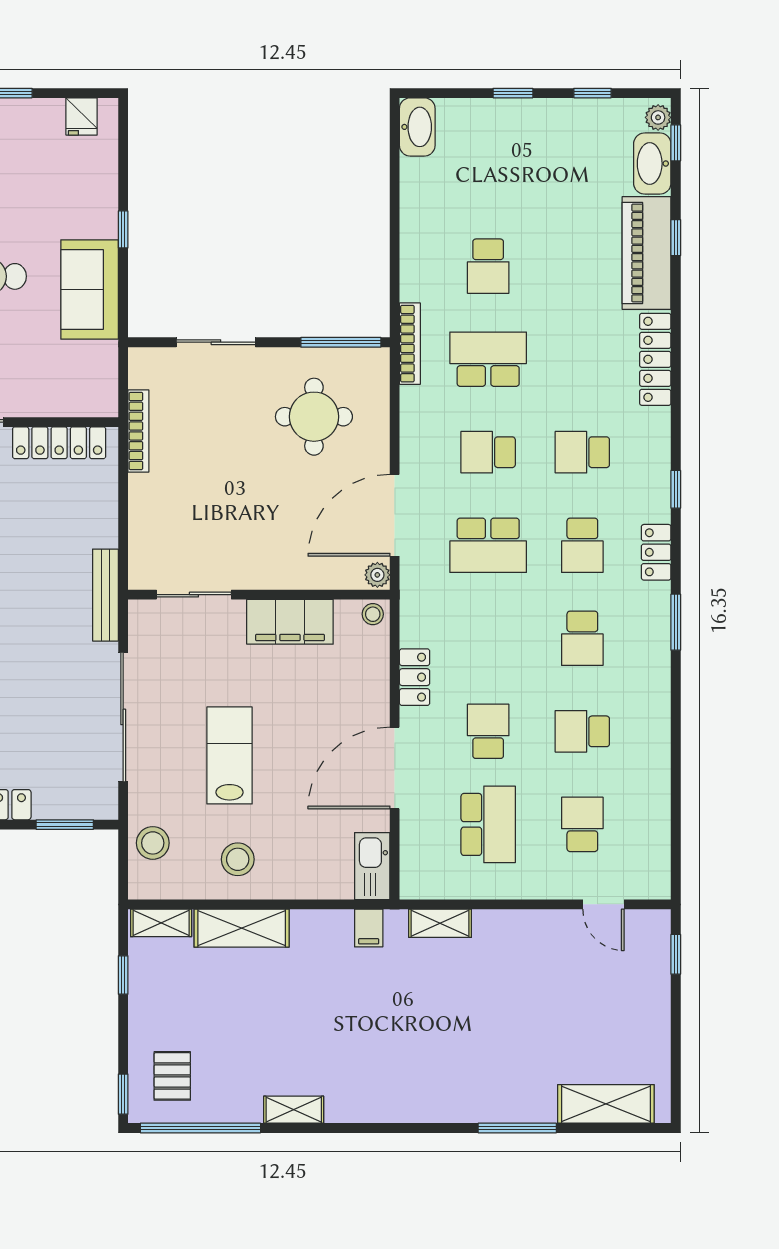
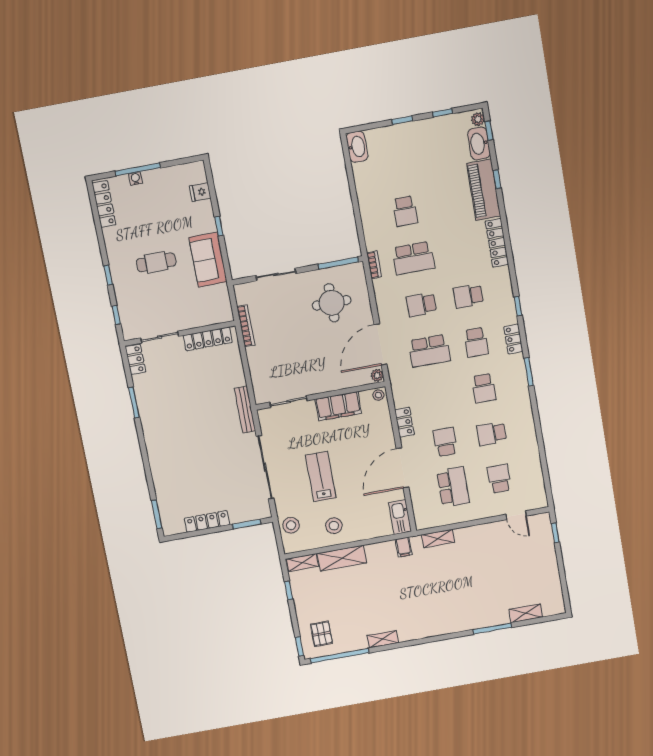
fridge: (82, 116) -> (200, 192), moved, turned 90
bookcase: (410, 344) -> (374, 265), width x0.64
school desk: (488, 359) -> (413, 258), turned 180
shelving: (606, 1104) -> (526, 613), width x0.67, depth x0.75

